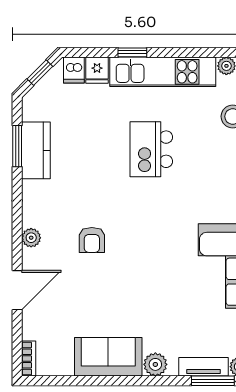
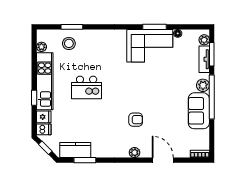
kitchen counter: (36, 150) -> (75, 150), moved
window: (134, 381) -> (212, 97), added

